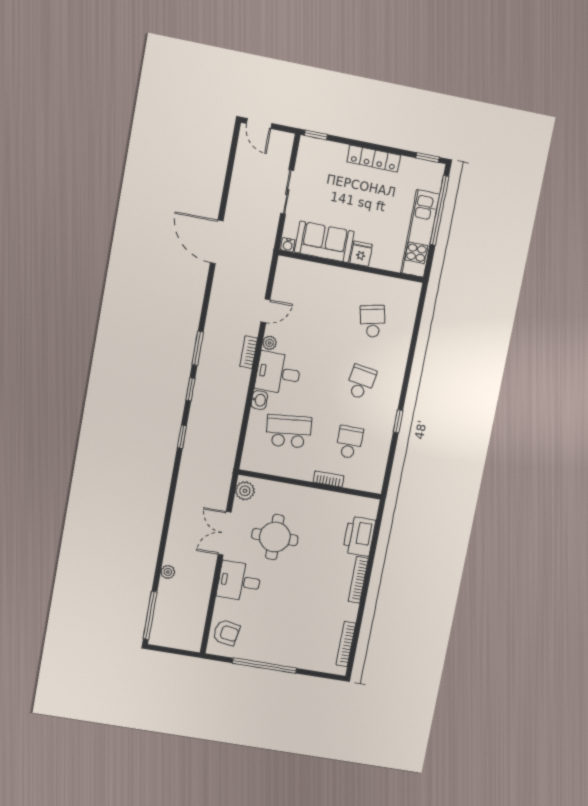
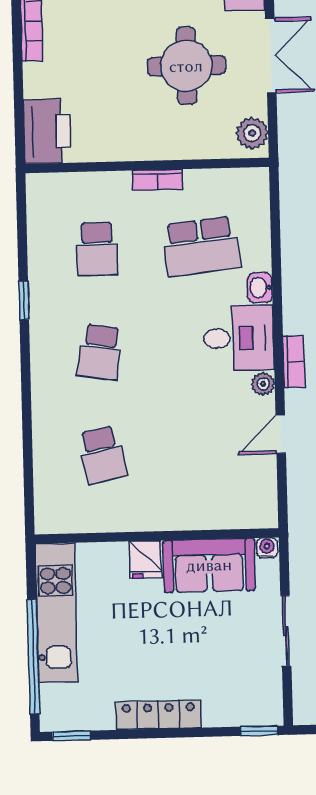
bookcase: (329, 479) -> (158, 180), moved
printer: (359, 536) -> (47, 131), moved

